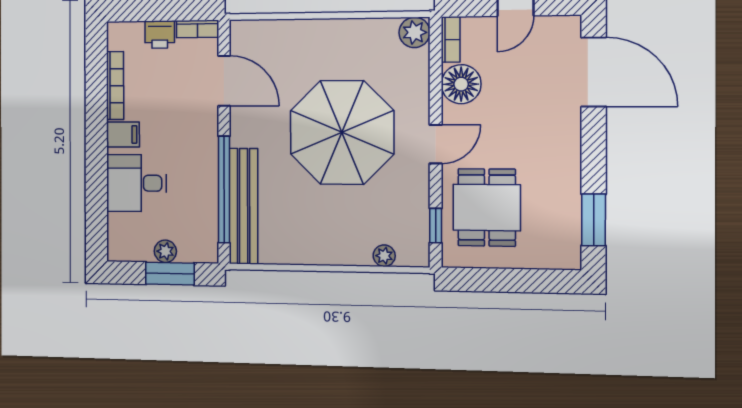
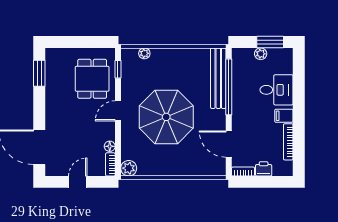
floor lamp: (461, 84) -> (110, 146), width x0.53, depth x0.53
window: (170, 274) -> (270, 42), moved

